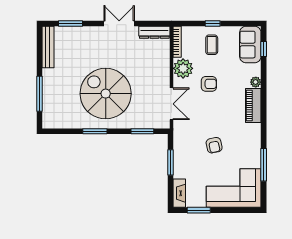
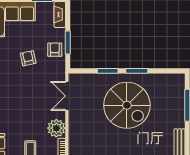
armchair: (209, 84) -> (55, 50), moved, turned 90
window: (142, 131) -> (108, 71), moved

